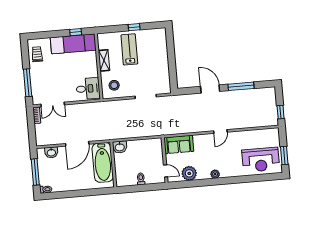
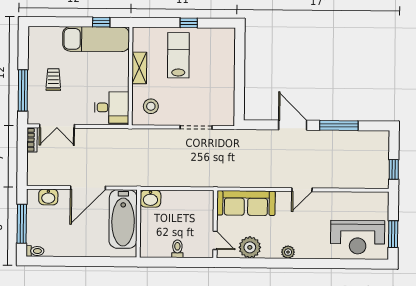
trolley: (37, 54) -> (53, 80), moved
sofa: (179, 144) -> (246, 203), width x1.36

